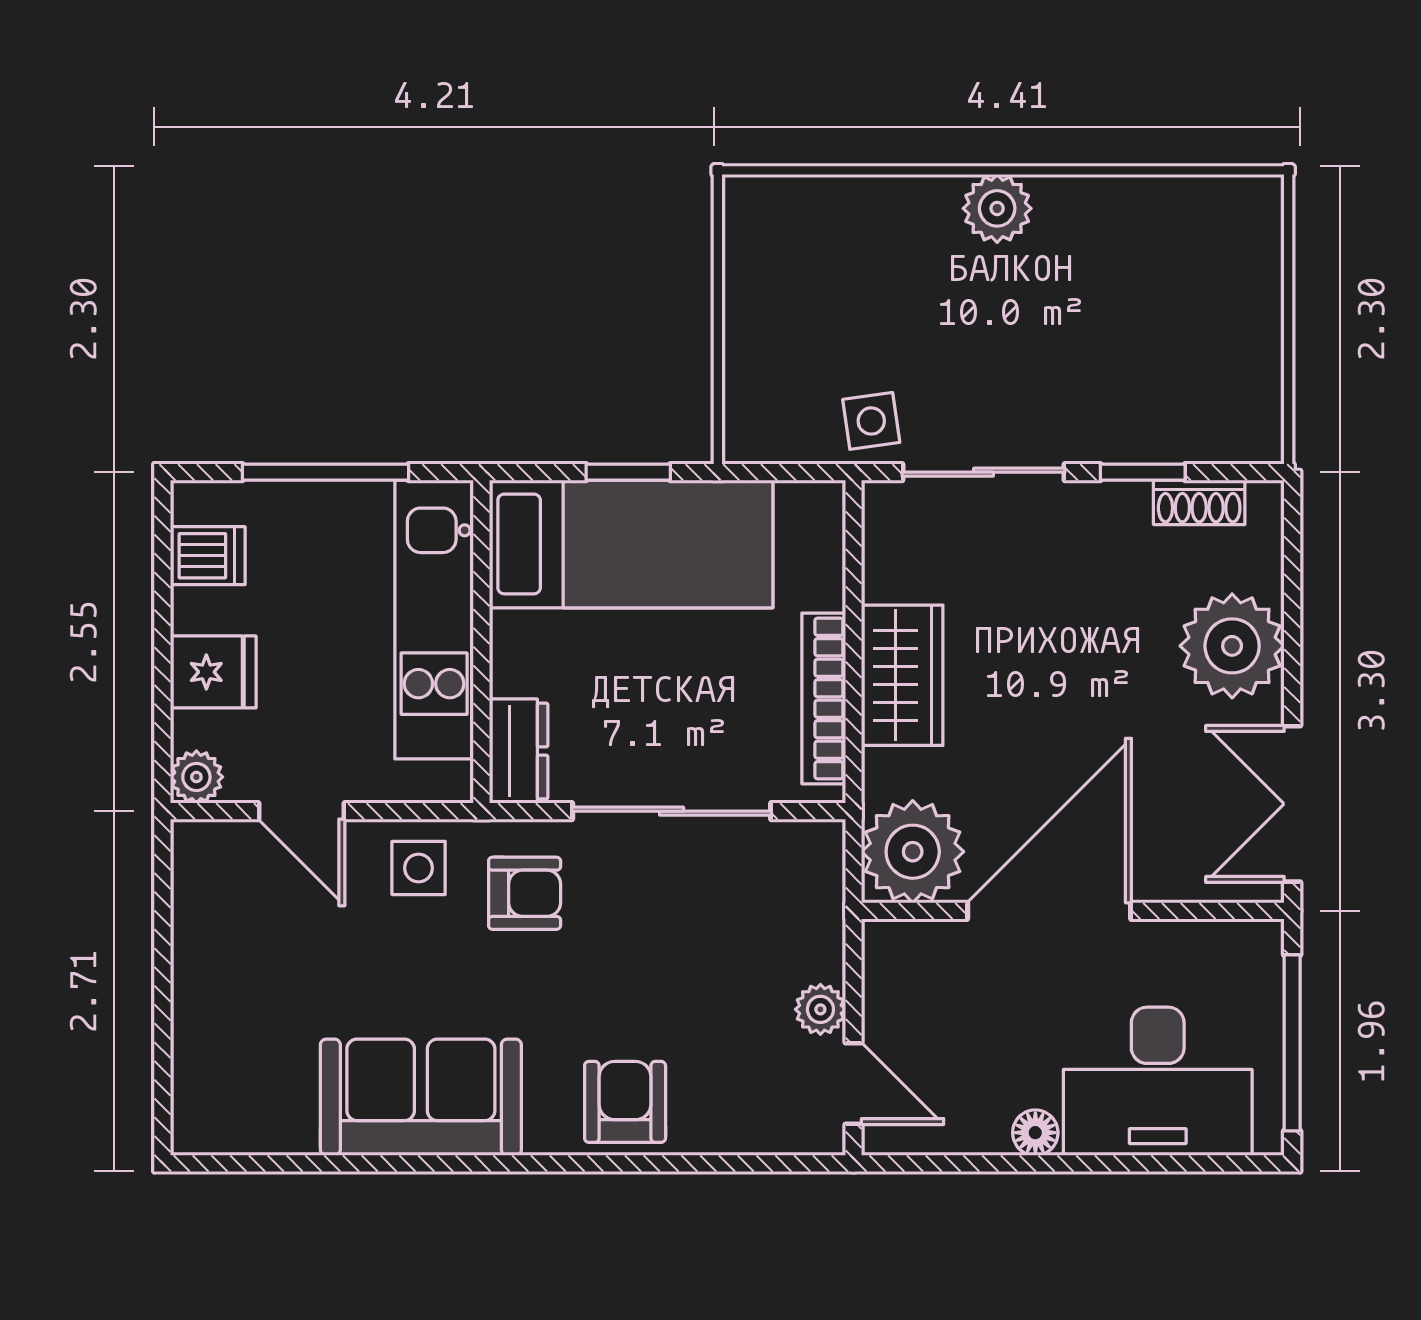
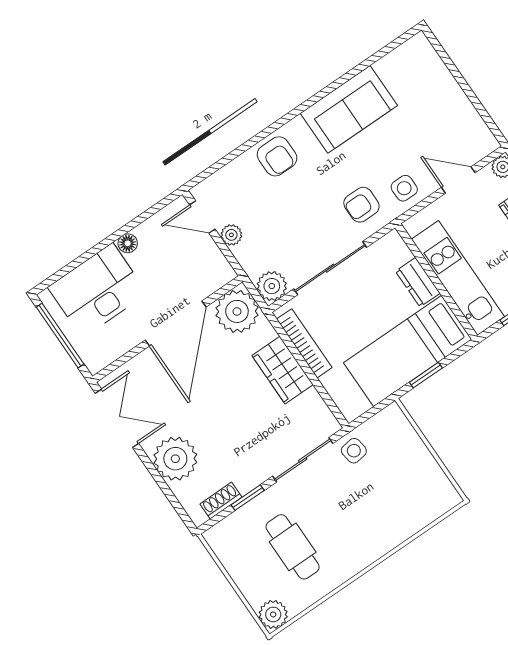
plant: (997, 208) -> (273, 614), moved
cafe table: (1121, 315) -> (293, 547), added
dresser: (519, 751) -> (418, 282), moved
plant: (810, 854) -> (272, 286), added

